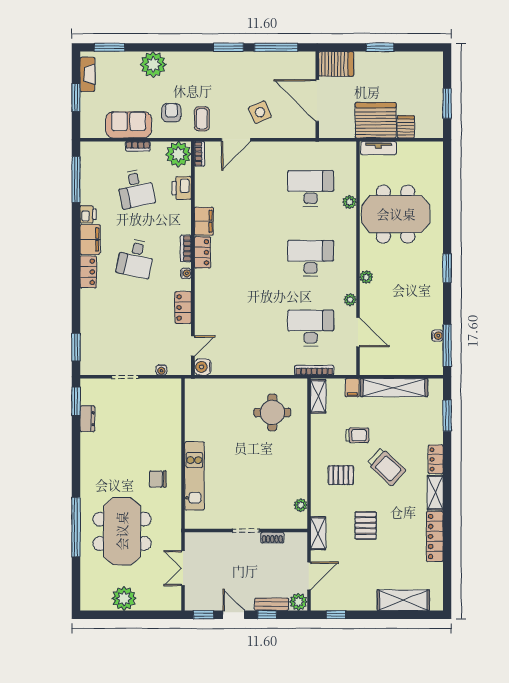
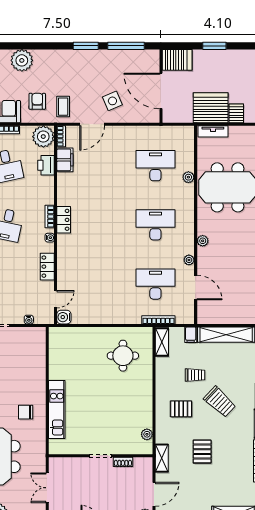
filing cabinet: (204, 221) -> (65, 160), moved

